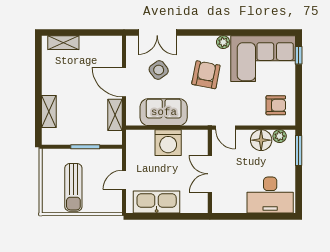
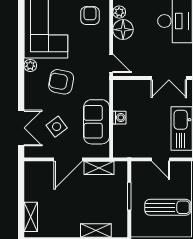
door: (225, 128) -> (111, 63), hinge flipped
washing machine: (168, 143) -> (119, 118), width x0.53, depth x0.53
double door: (210, 174) -> (169, 78), moved

